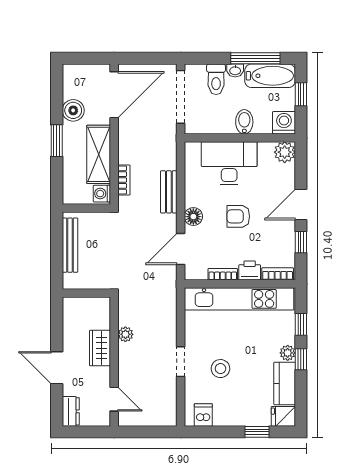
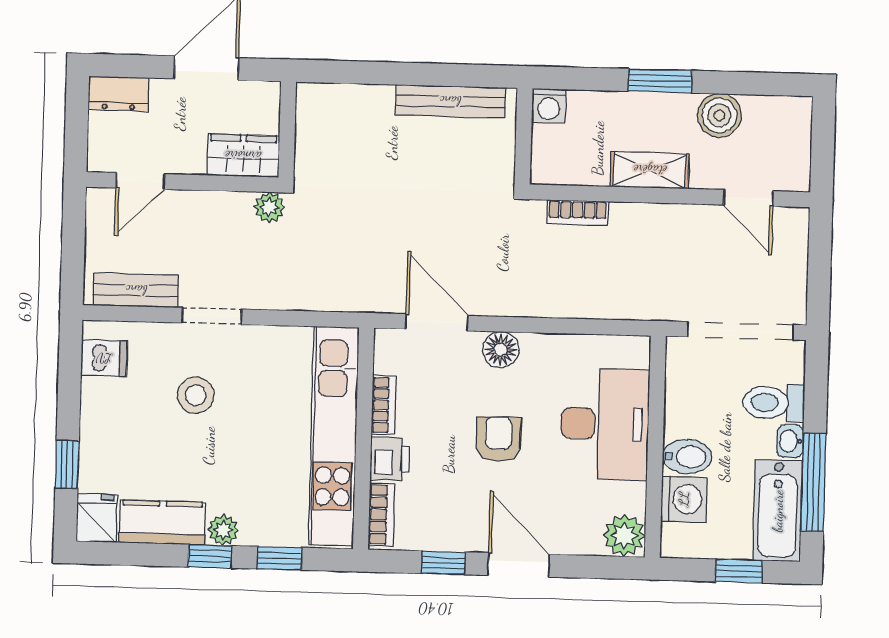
door: (114, 95) -> (748, 198), width x0.53
washing machine: (284, 123) -> (684, 499), moved
shelving: (99, 154) -> (650, 170), width x0.67, depth x0.75
bench: (169, 192) -> (136, 290), moved
washing machine: (102, 194) -> (549, 106), moved, turned 180
wall: (86, 293) -> (287, 130), moved

